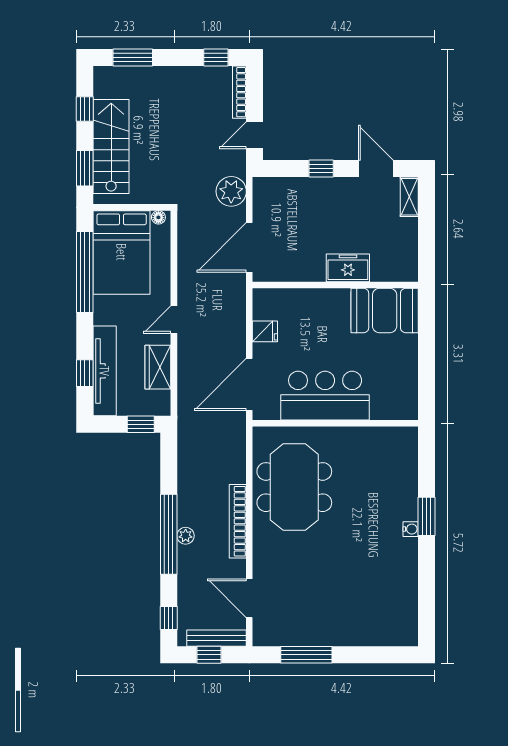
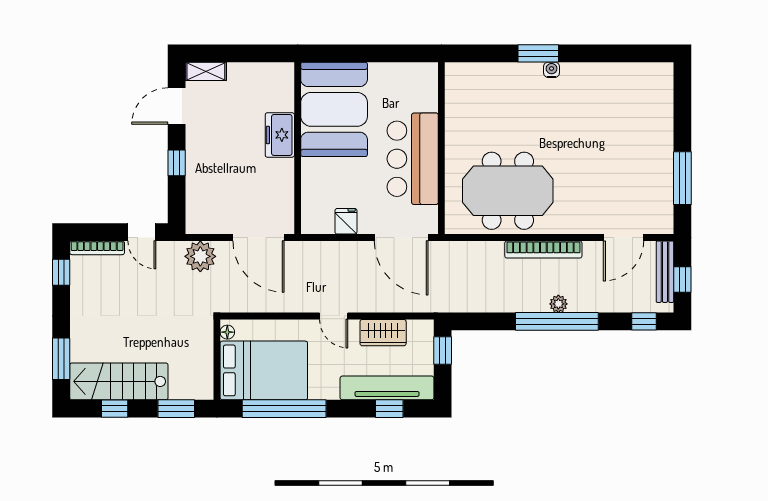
stairs: (111, 146) -> (119, 381), moved
booth: (385, 310) -> (334, 109), width x1.36, depth x1.42

